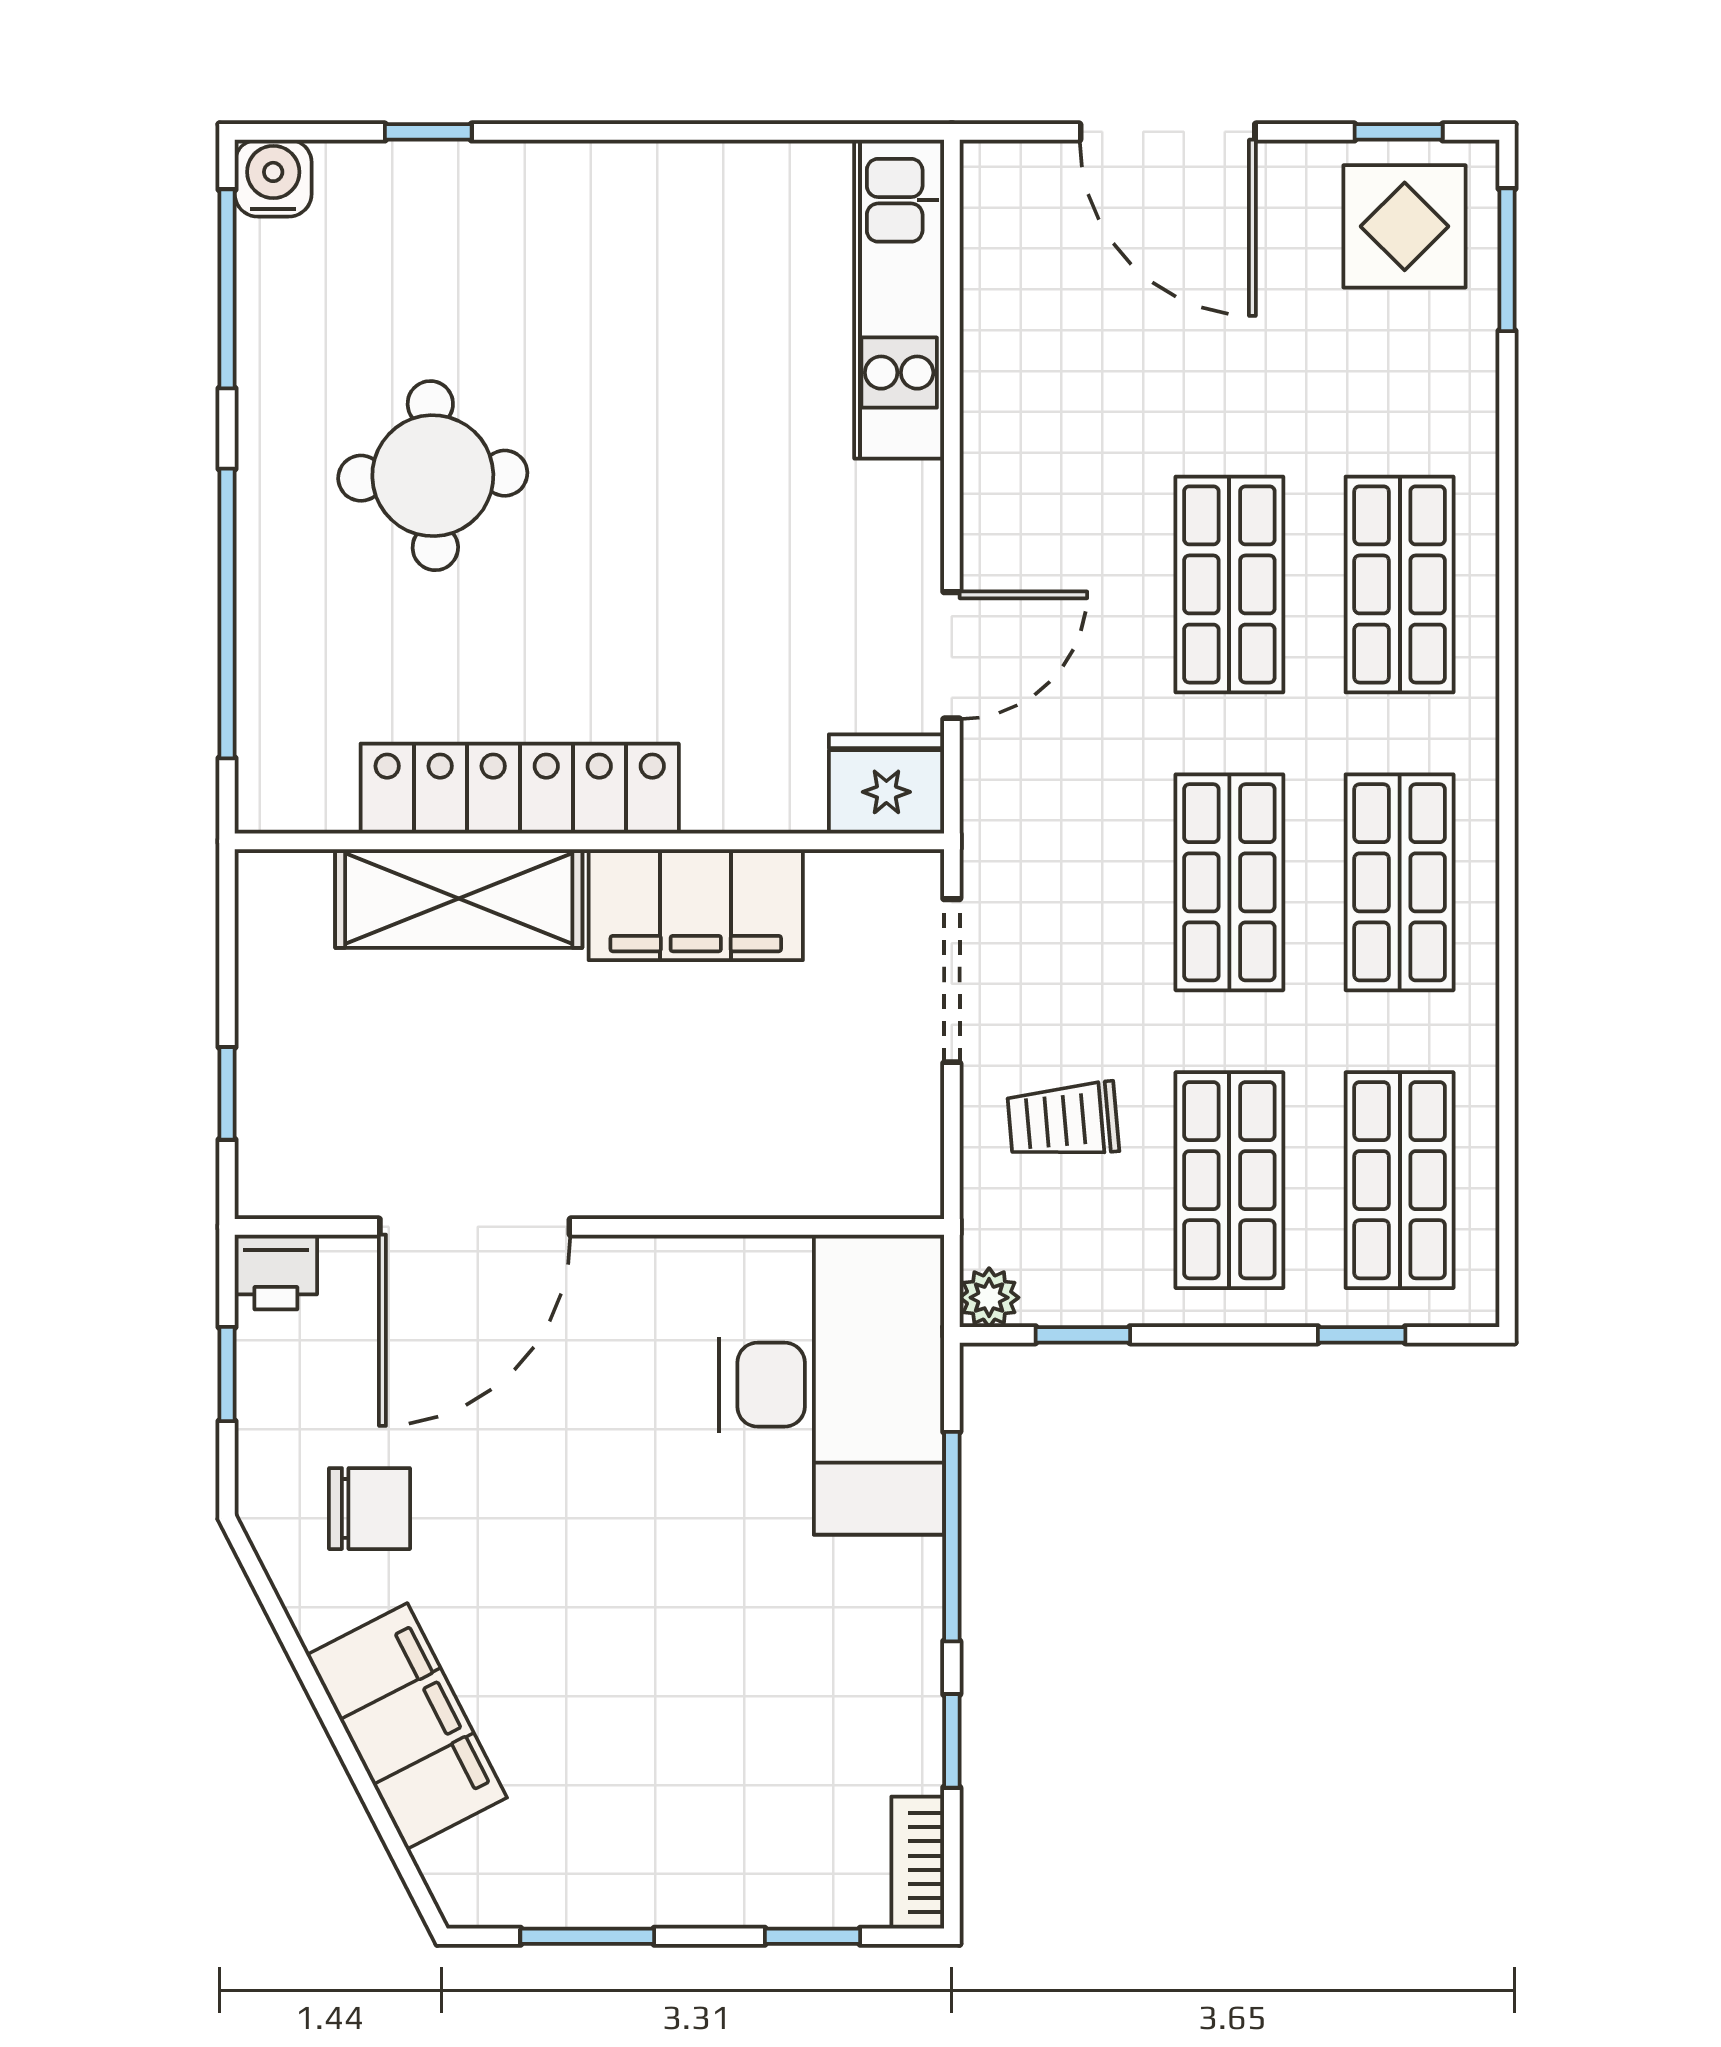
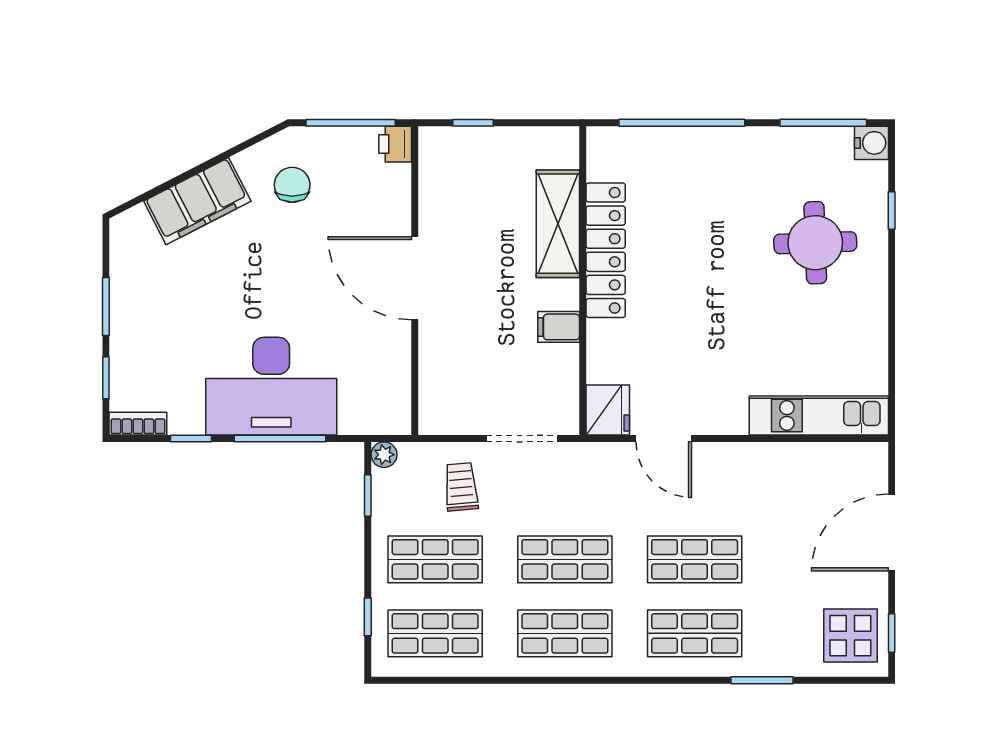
window: (1507, 260) -> (762, 680), moved
round table: (433, 476) -> (815, 243), moved
filing cabinet: (696, 905) -> (559, 327), width x0.33, depth x0.86
door: (475, 1227) -> (415, 278), moved
window: (227, 1374) -> (351, 123), width x2.17
desk: (832, 1385) -> (271, 386), moved
chair: (369, 1509) -> (292, 185), turned 180
window: (587, 1936) -> (106, 307), moved

